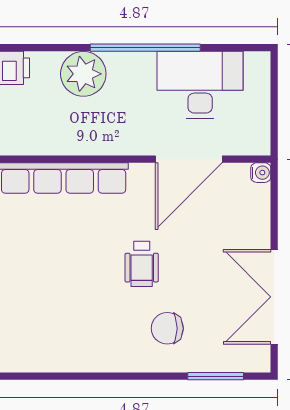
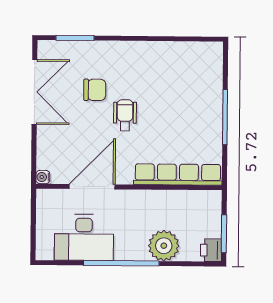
chair: (167, 328) -> (95, 90), moved

